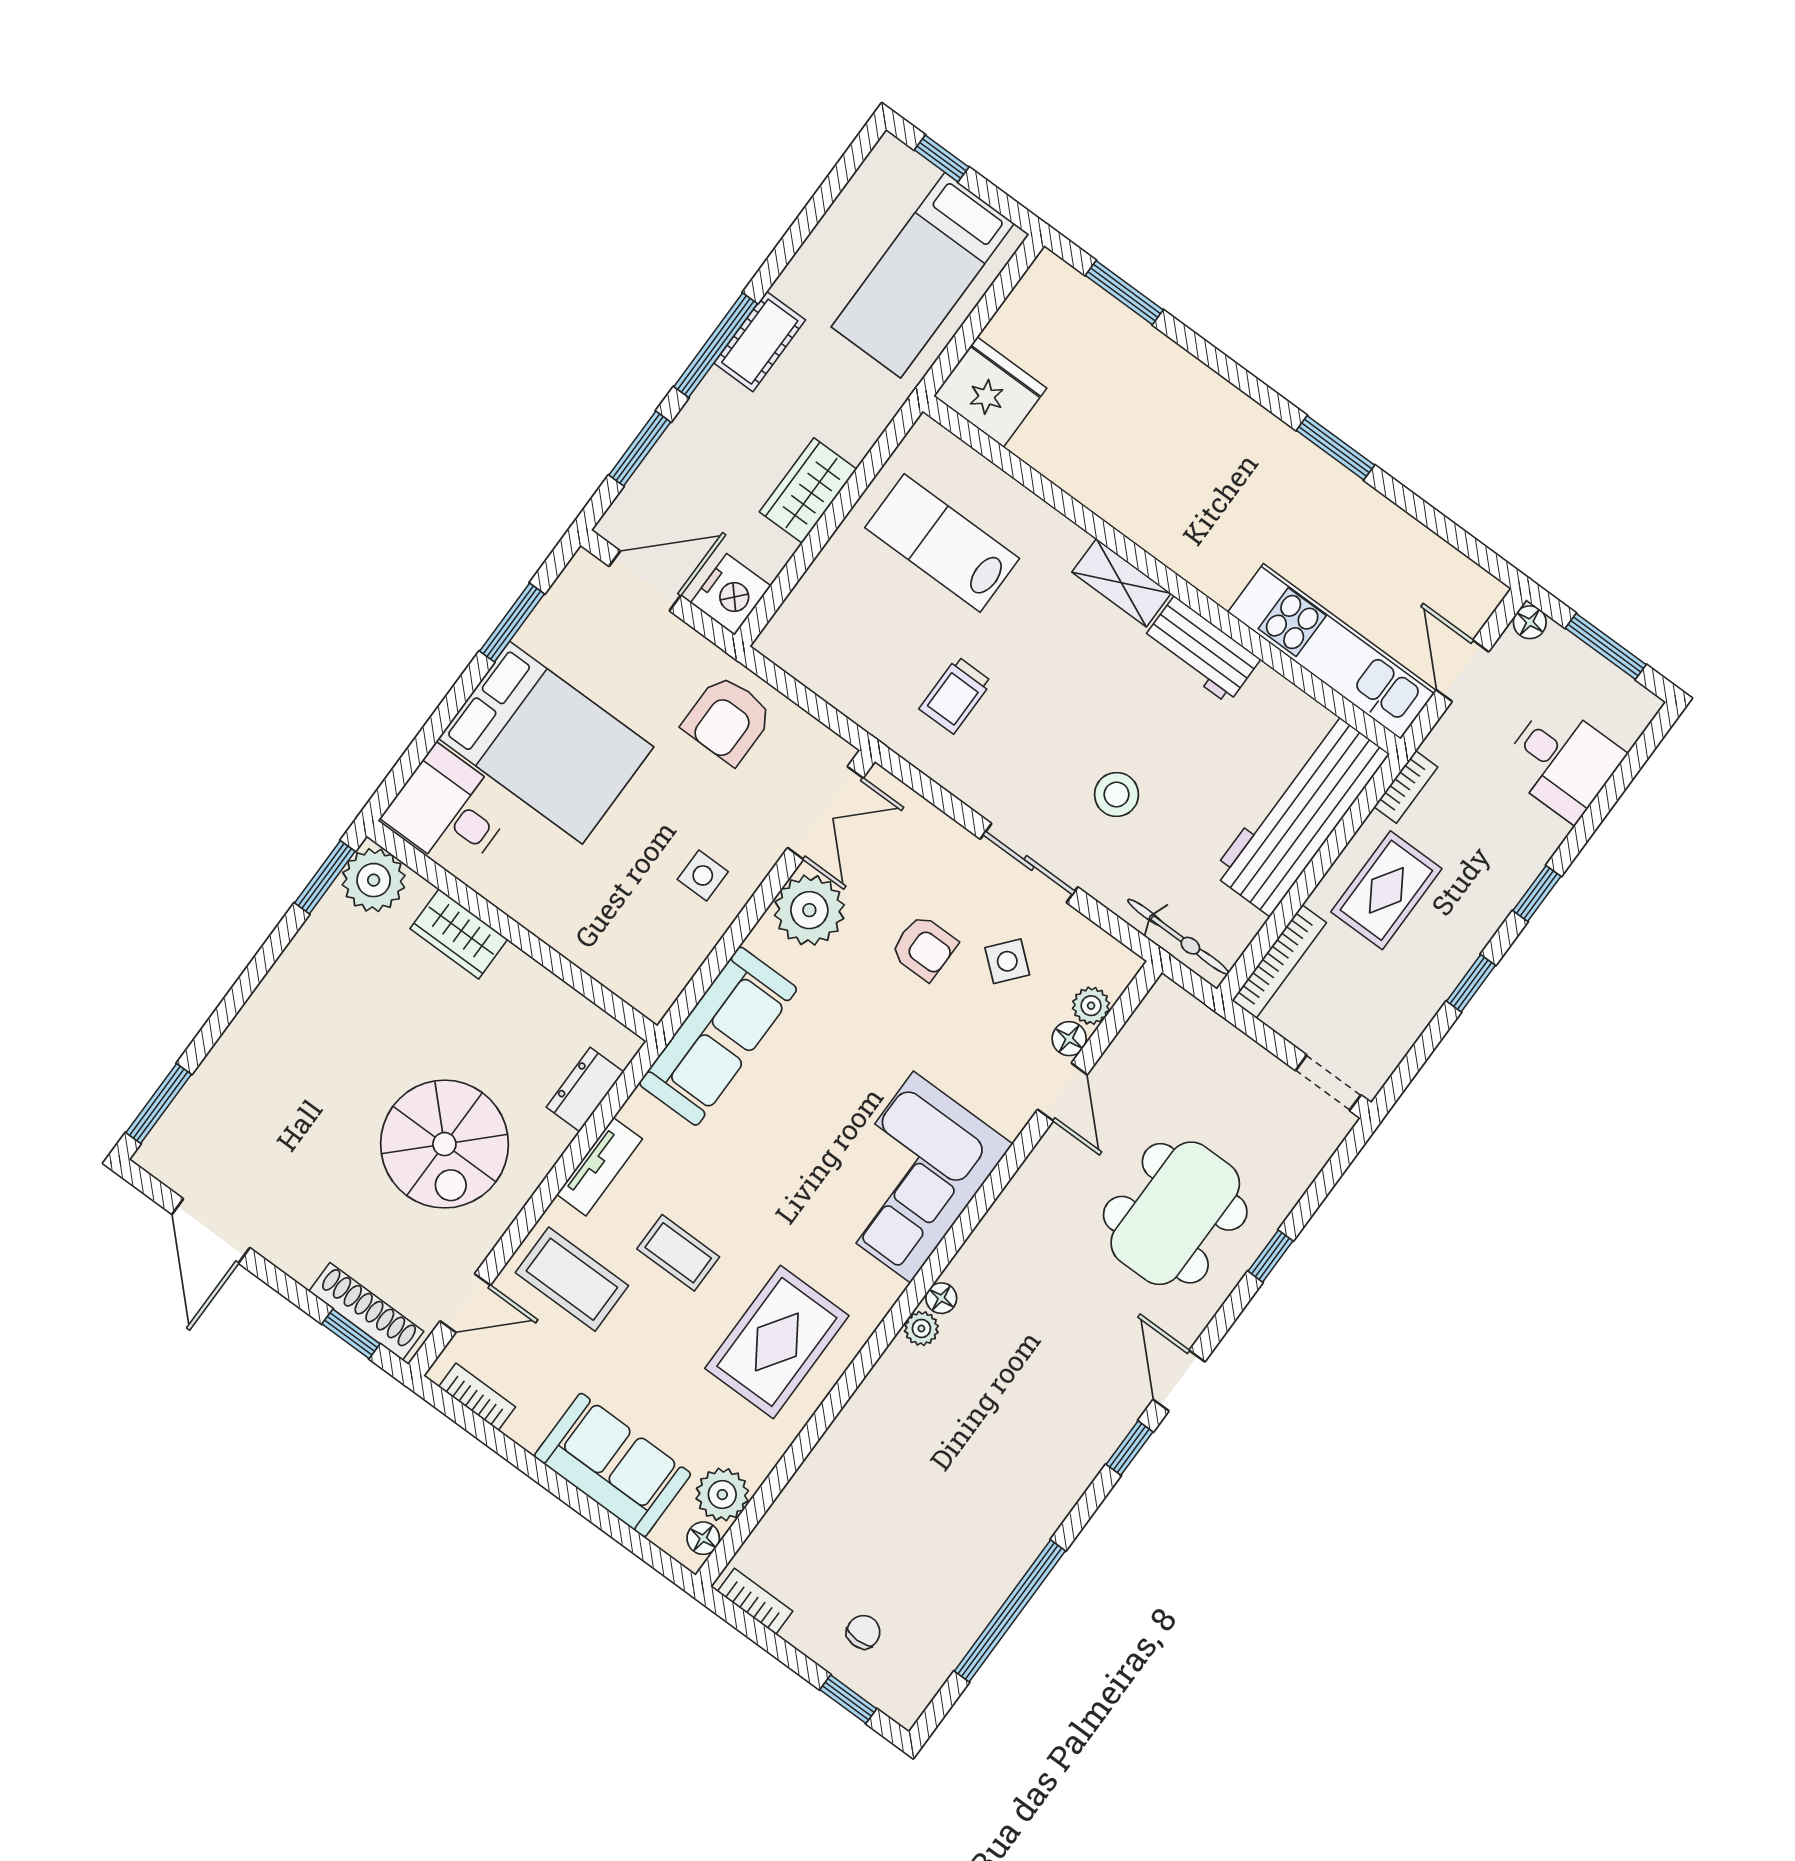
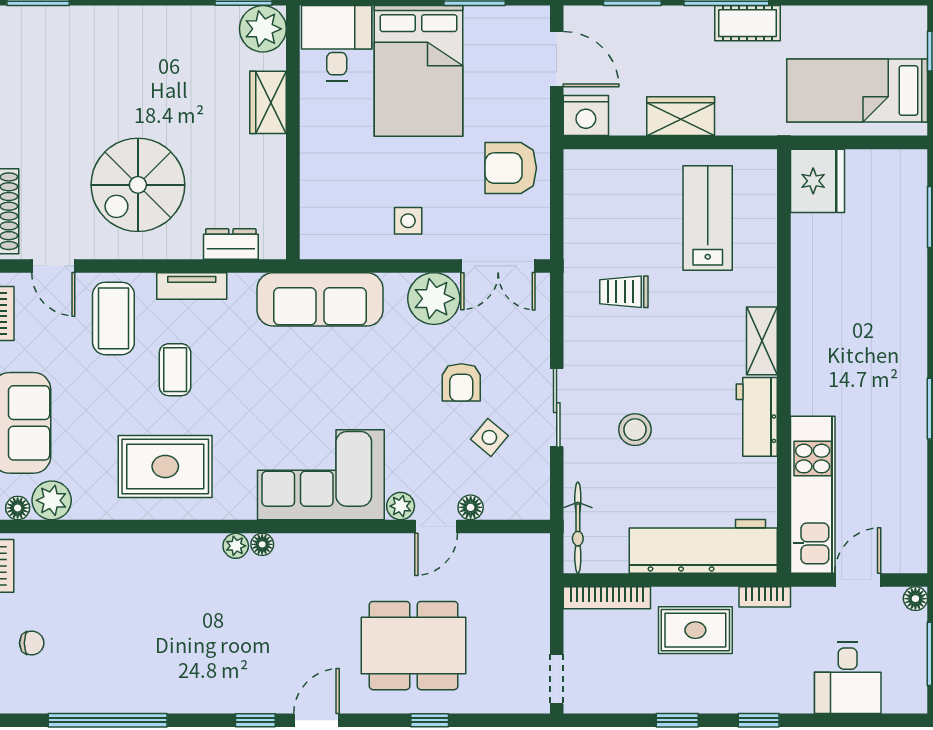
plant: (1091, 1006) -> (401, 506), moved

